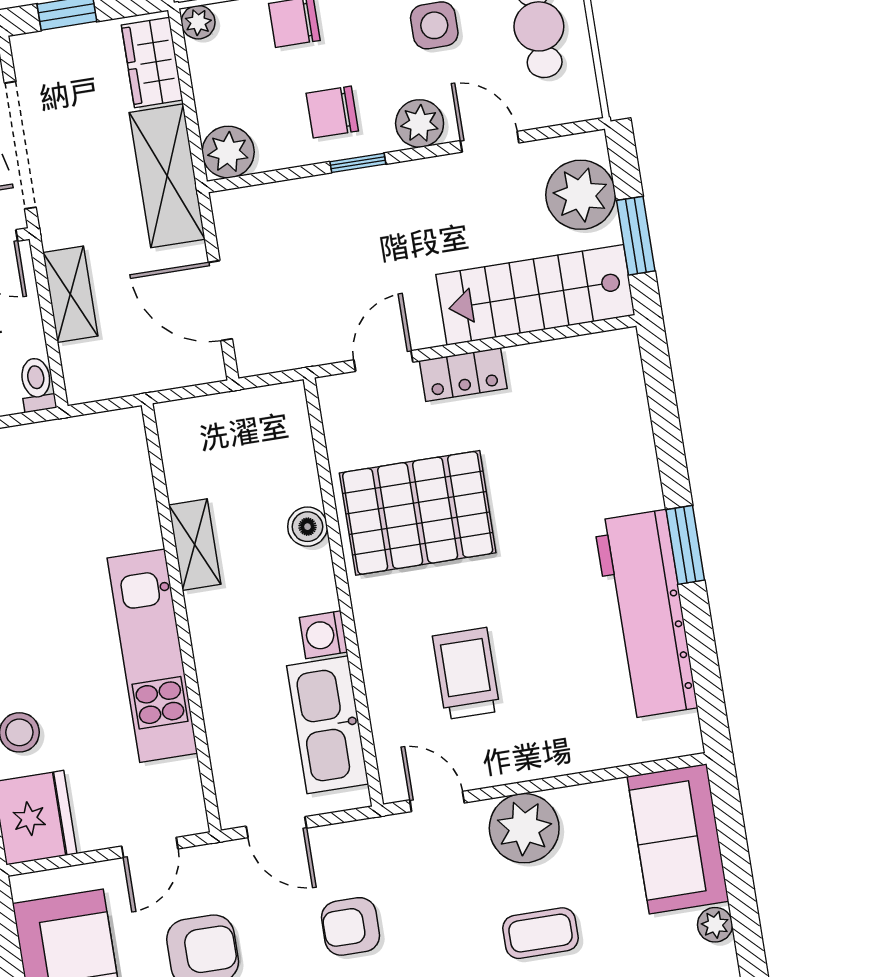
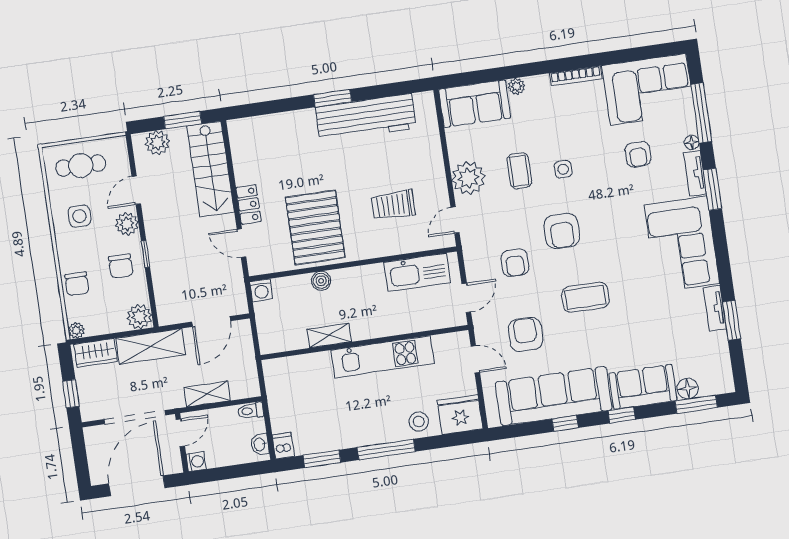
plant: (581, 195) -> (157, 143), width x0.73, depth x0.73
washing machine: (323, 635) -> (261, 290), moved

